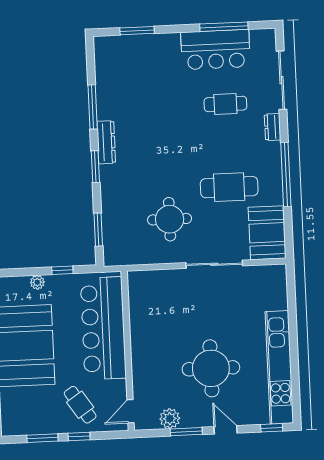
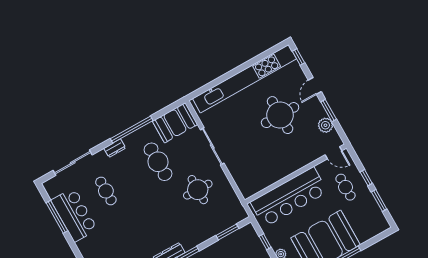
dresser: (273, 127) -> (115, 148), moved
kitchen unit: (279, 367) -> (245, 79), width x1.36
cafe table: (80, 405) -> (345, 187), turned -56

